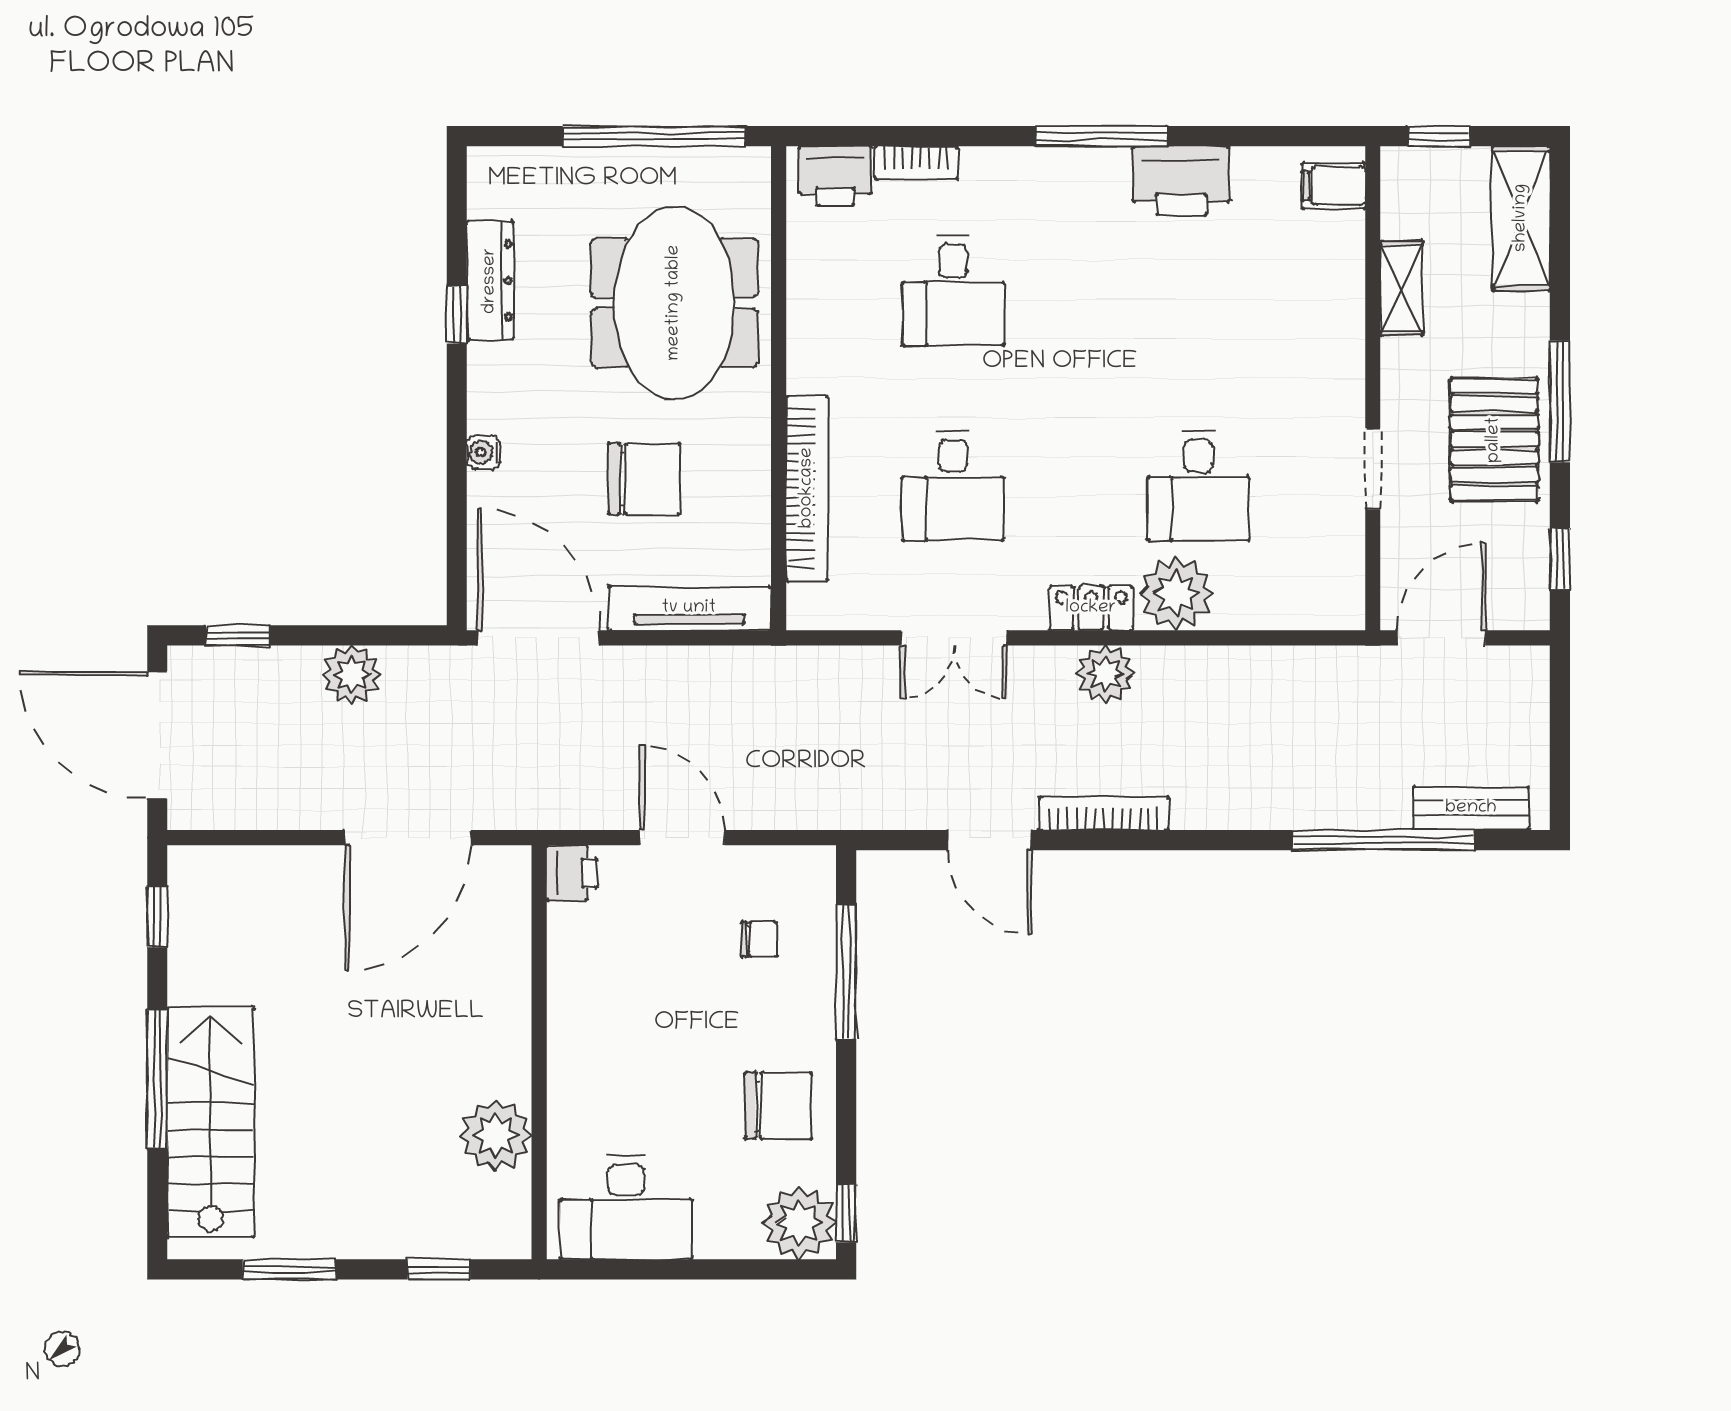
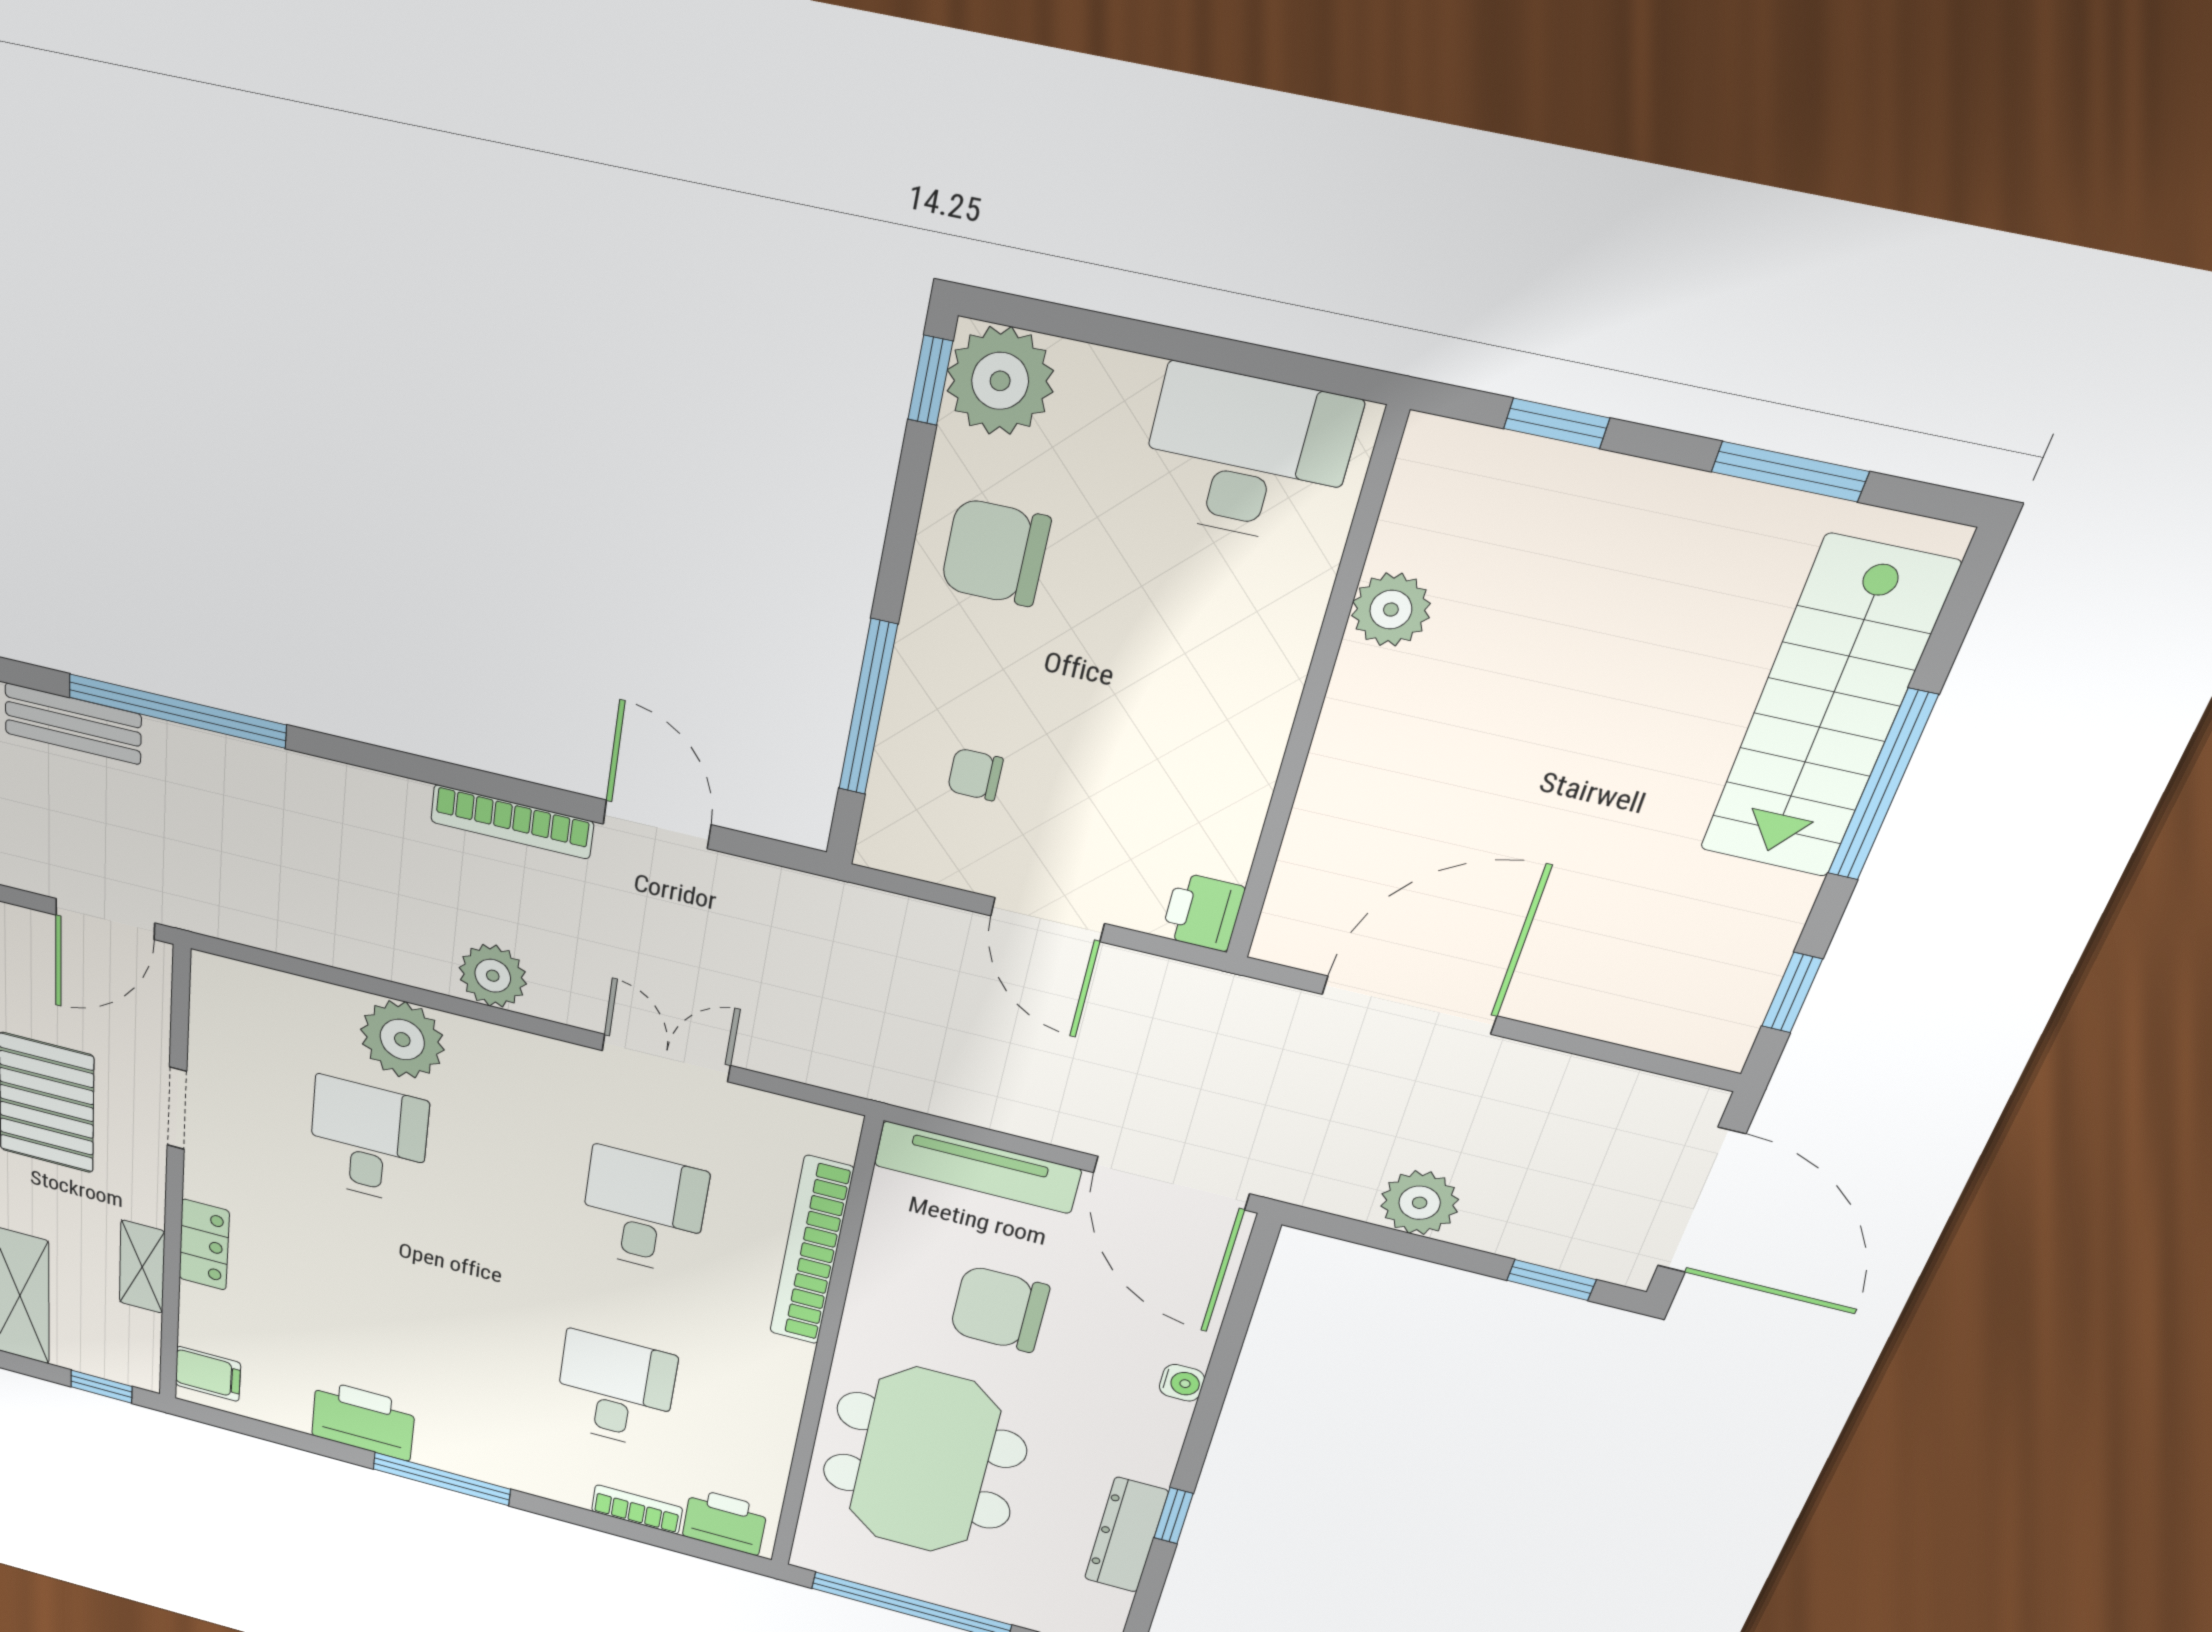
locker: (1091, 608) -> (204, 1245), moved, turned -90
plant: (496, 1136) -> (1391, 610), width x0.73, depth x0.73

